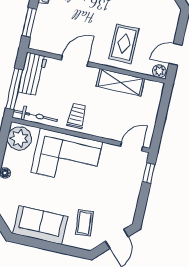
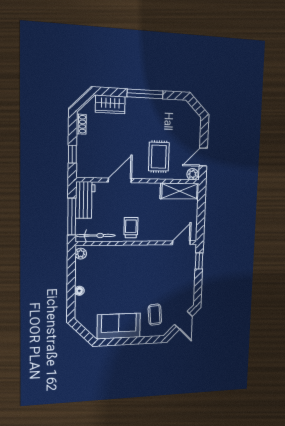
window: (29, 22) -> (72, 154), width x0.67
shelving: (120, 82) -> (180, 191), moved
plant: (19, 138) -> (81, 254), width x0.53, depth x0.53
corner sofa: (67, 157) -> (129, 264), removed

